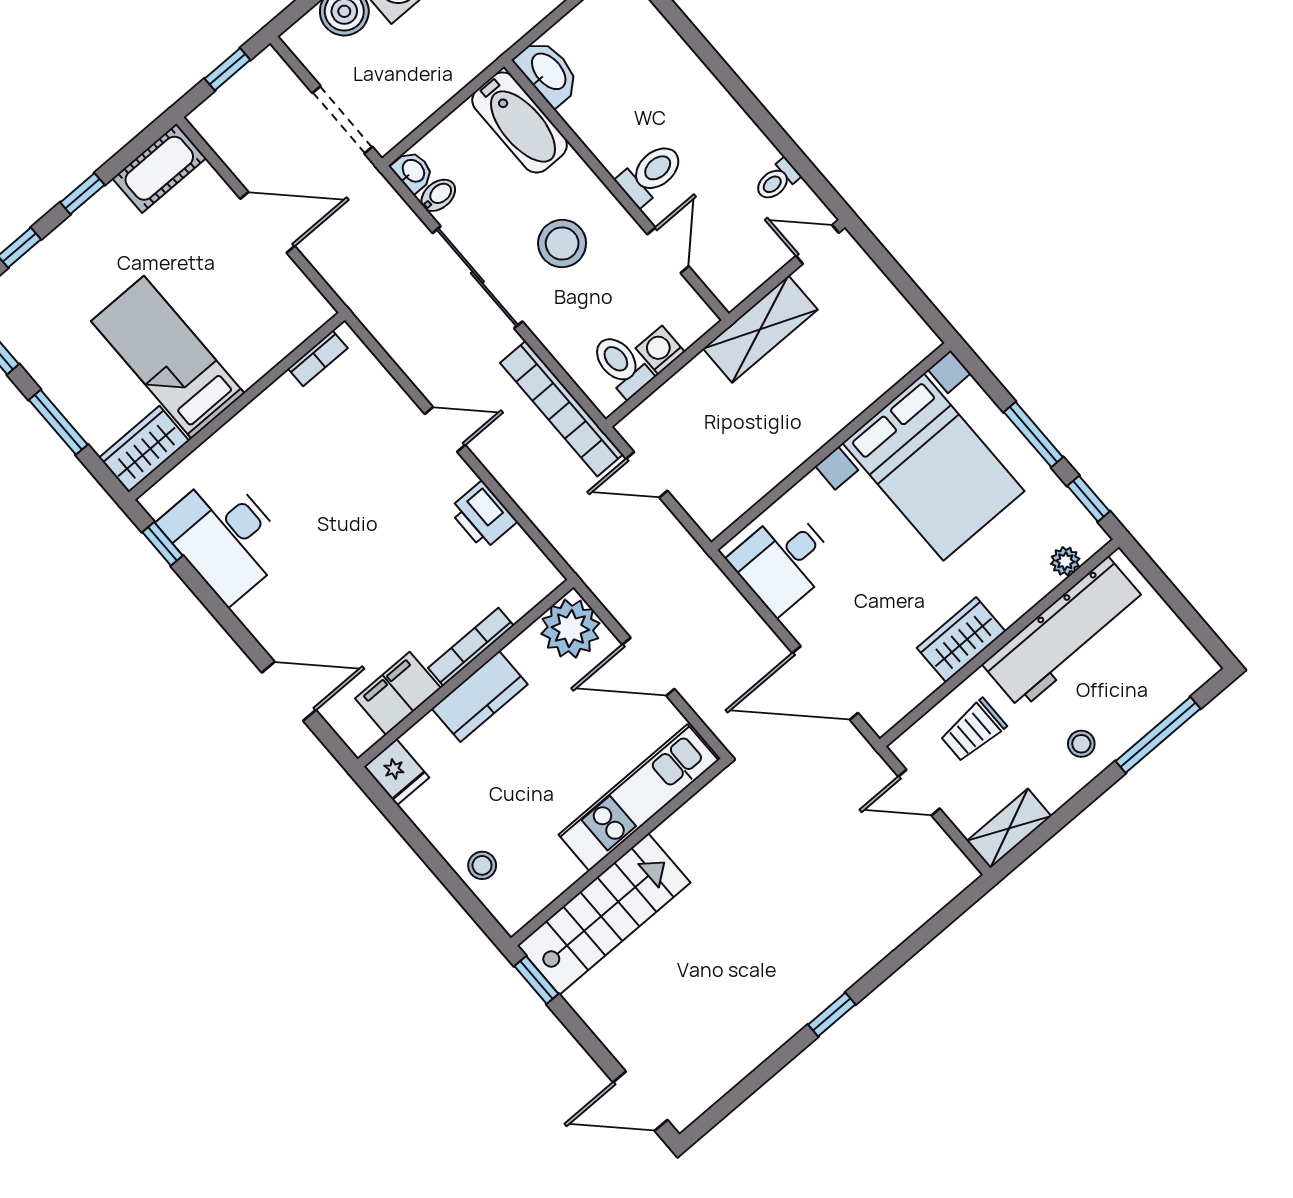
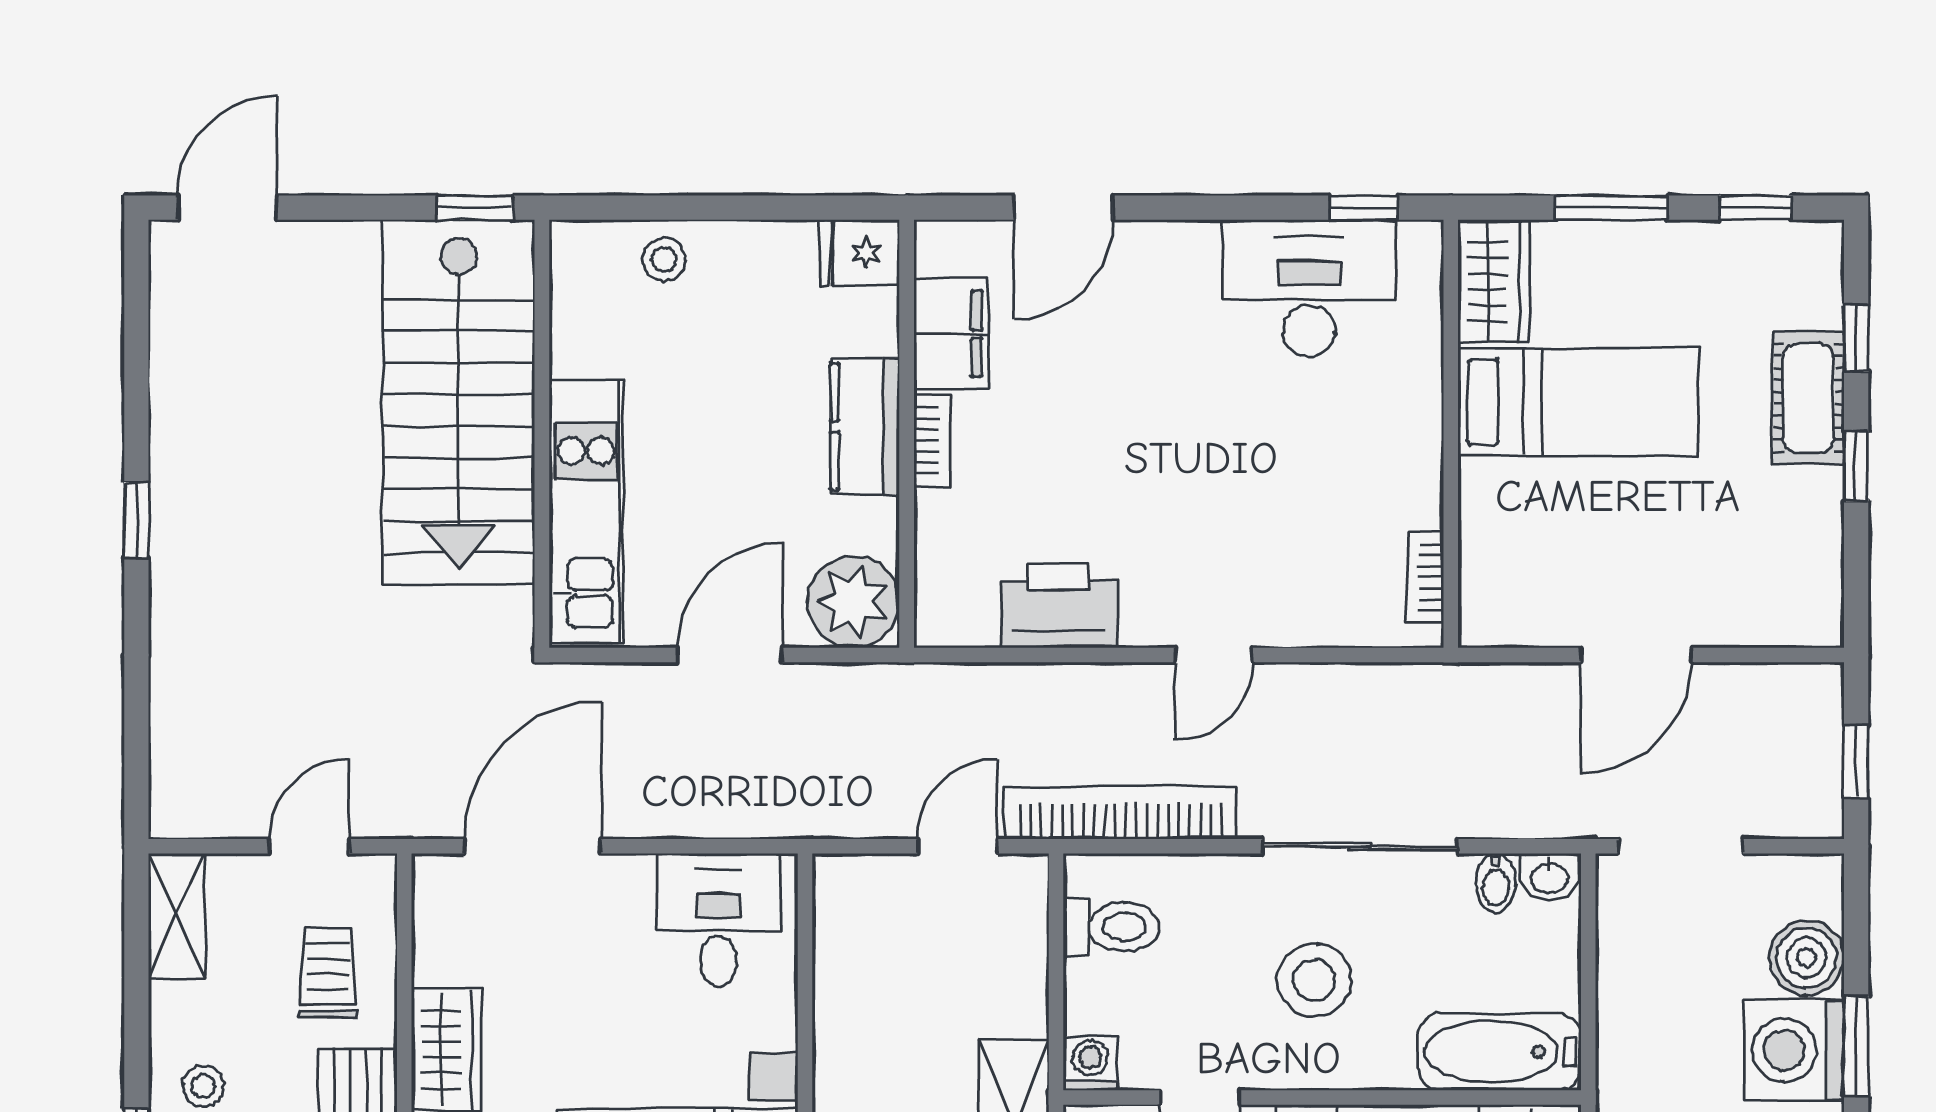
cot: (159, 168) -> (1809, 398), moved
washing machine: (660, 350) -> (1090, 1063), moved, turned -90
printer: (483, 515) -> (1059, 606), width x1.37, depth x1.19
bookcase: (471, 647) -> (932, 441), width x0.64
stairs: (604, 914) -> (459, 402), width x1.36, depth x1.51

